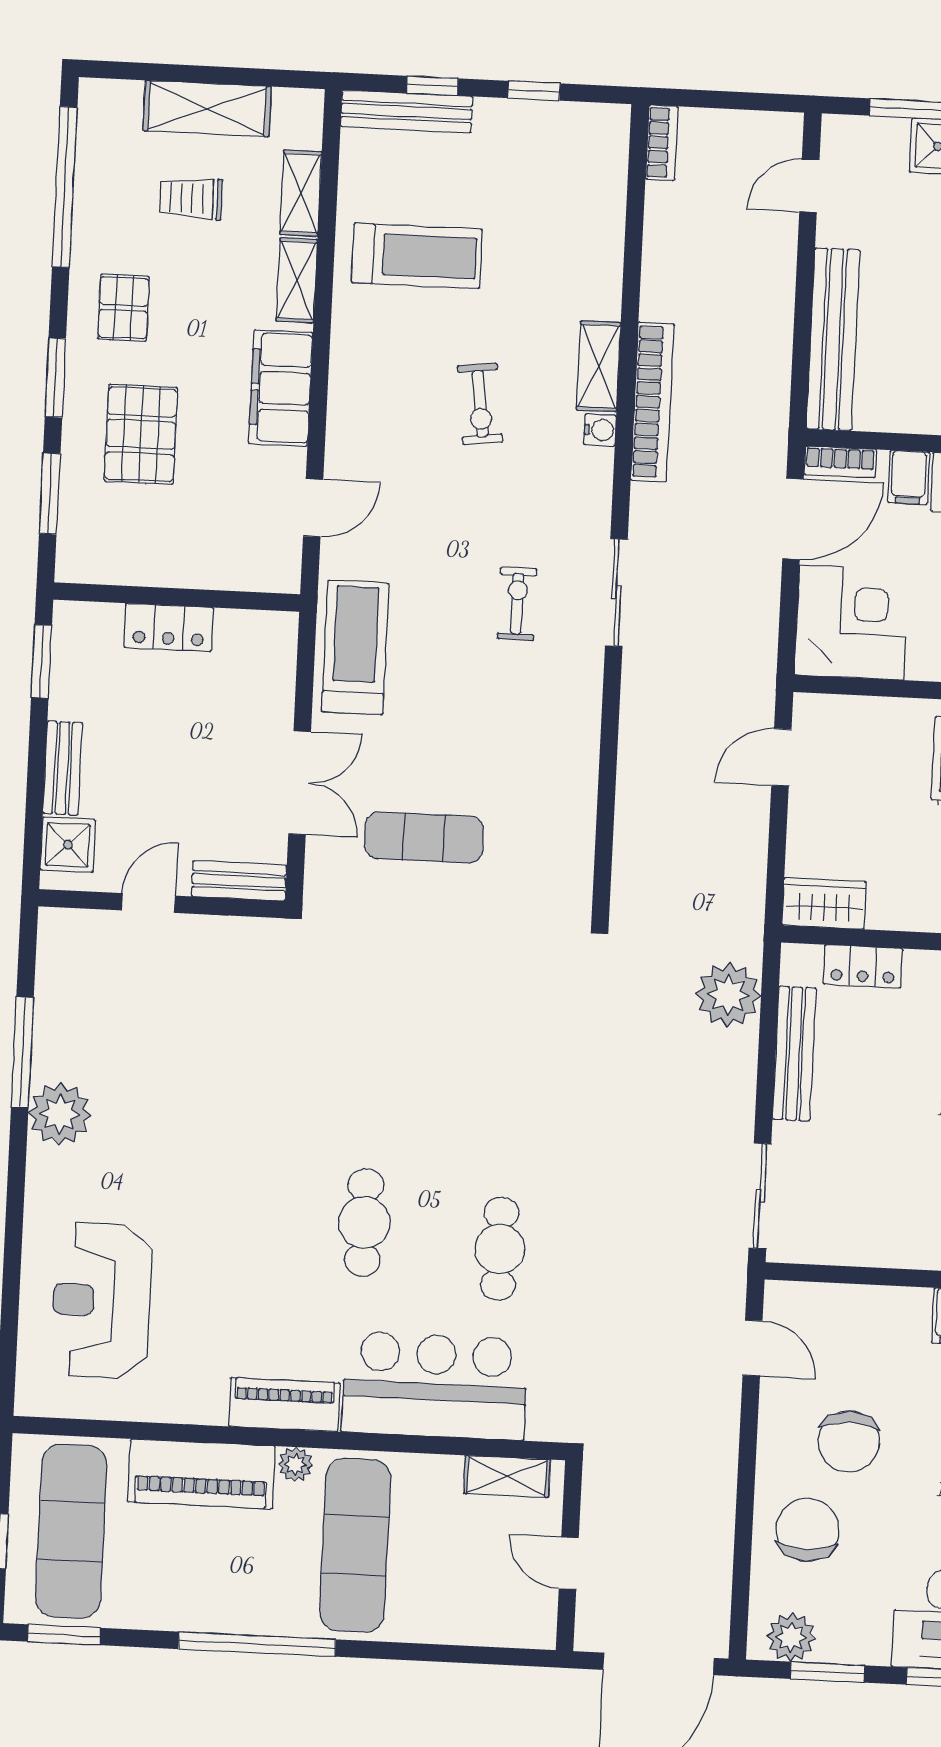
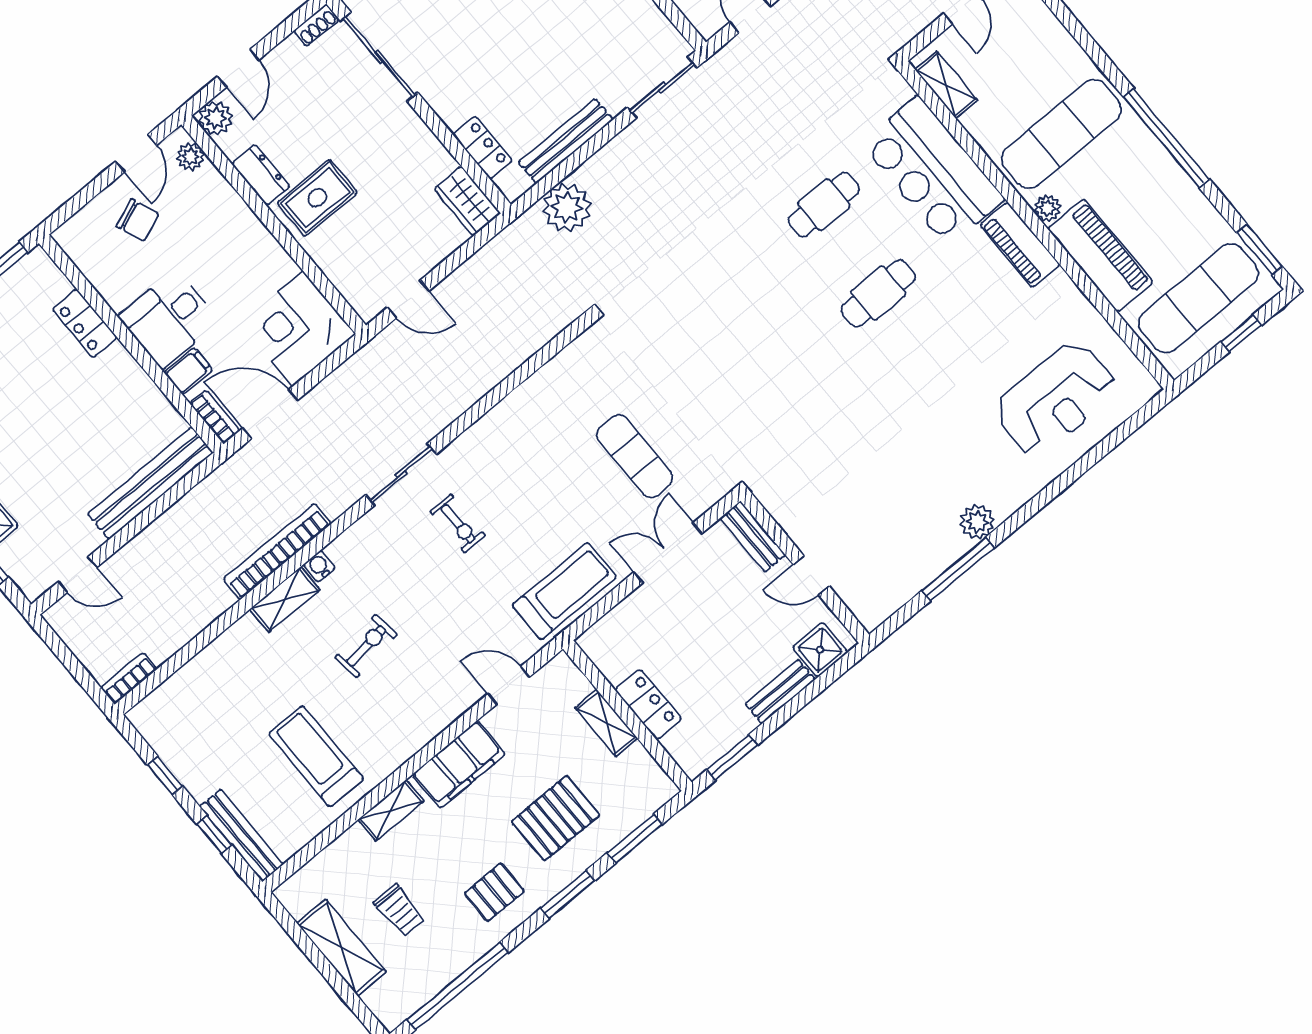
shelving: (301, 193) -> (606, 723), moved, turned 90
exercise bike: (517, 604) -> (458, 524), turned -90
treadmill: (355, 647) -> (564, 591), turned 180
plant: (60, 1114) -> (977, 522), width x0.73, depth x0.73

